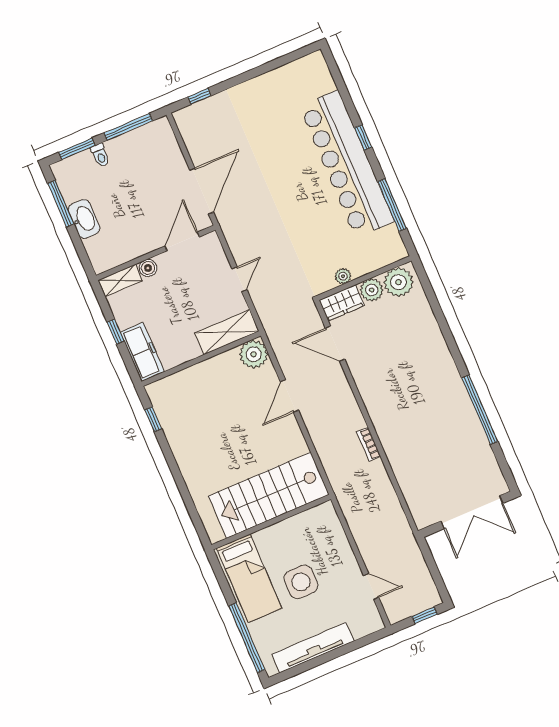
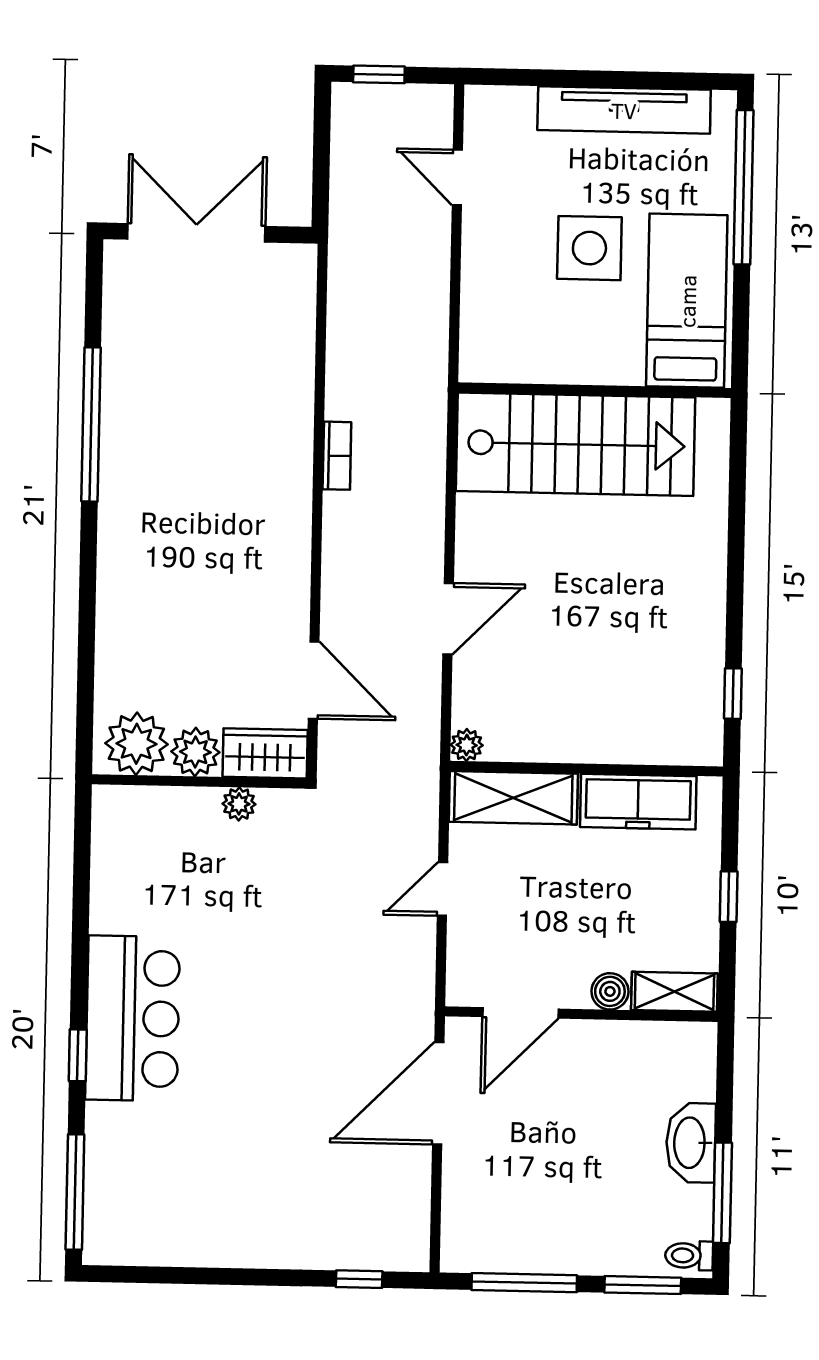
toilet: (100, 155) -> (689, 1256), moved, turned -90
bar counter: (347, 164) -> (133, 1018), width x0.54
window: (392, 205) -> (75, 1192), moved
freezer: (142, 352) -> (638, 802), moved, turned -90
plant: (254, 354) -> (467, 745), width x0.53, depth x0.53

